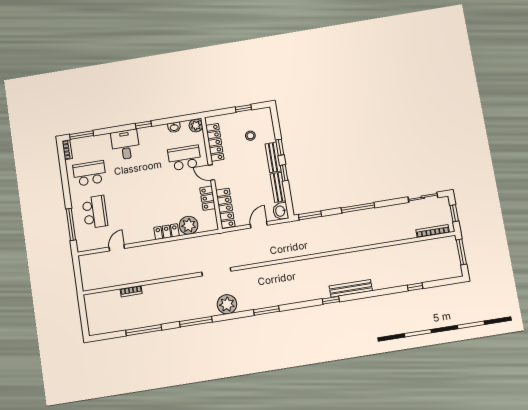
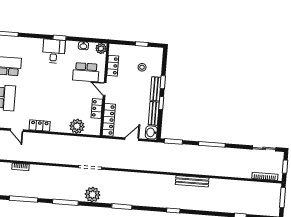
locker: (215, 142) -> (113, 66), width x0.66
desk: (125, 145) -> (54, 51), moved
school desk: (184, 158) -> (86, 72), turned 180
locker: (167, 232) -> (40, 126), moved
door: (117, 248) -> (17, 130), swing flipped
bench: (351, 288) -> (192, 181), moved

